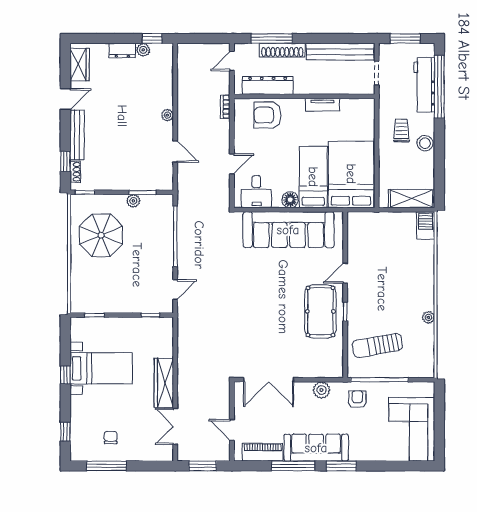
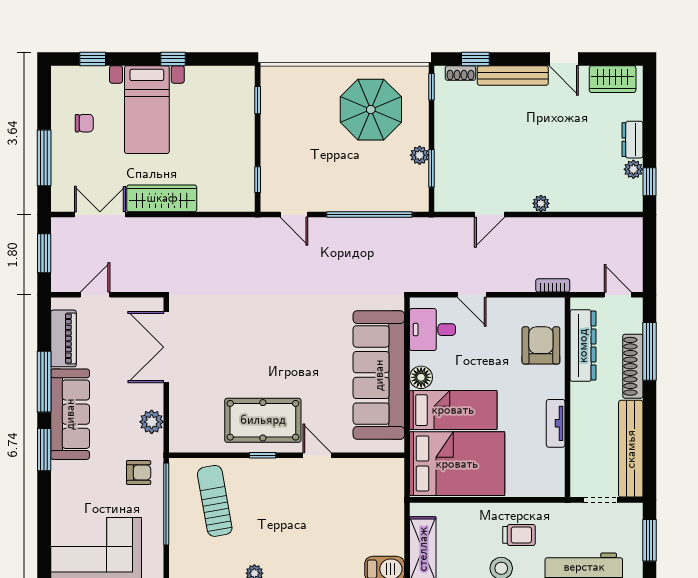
bed with nightstands: (101, 368) -> (147, 110), moved
window: (106, 466) -> (44, 158), moved

